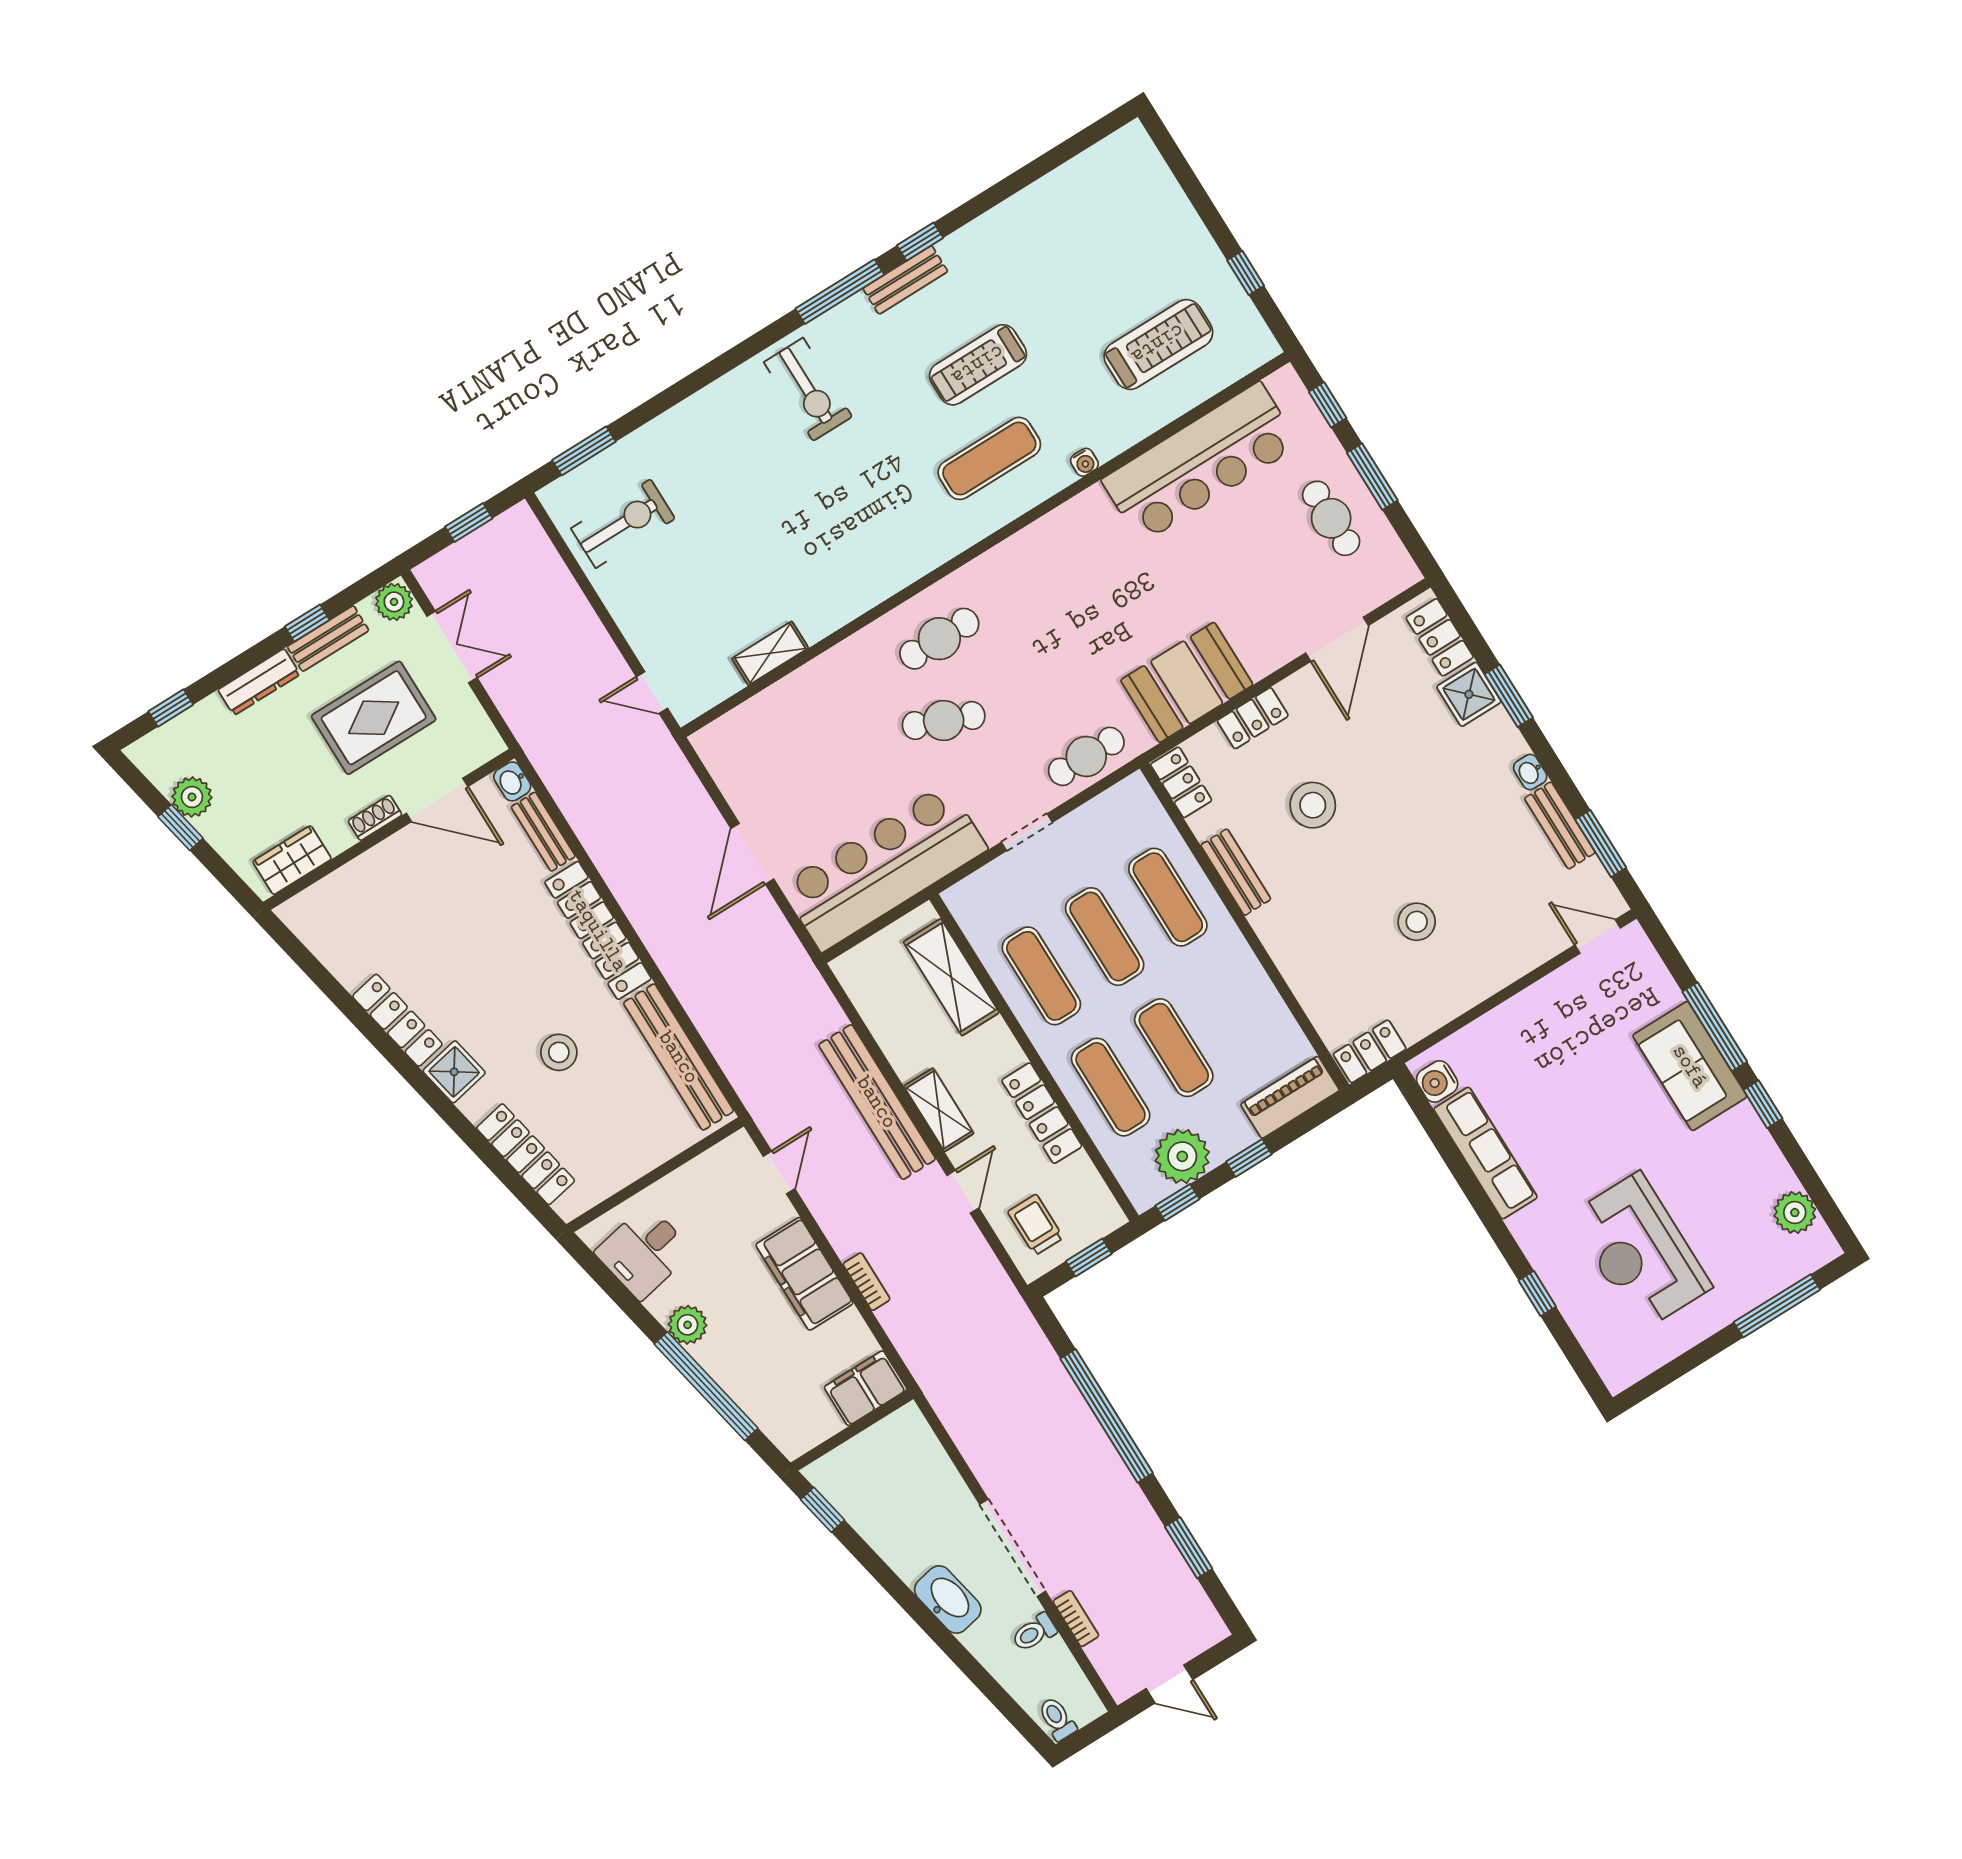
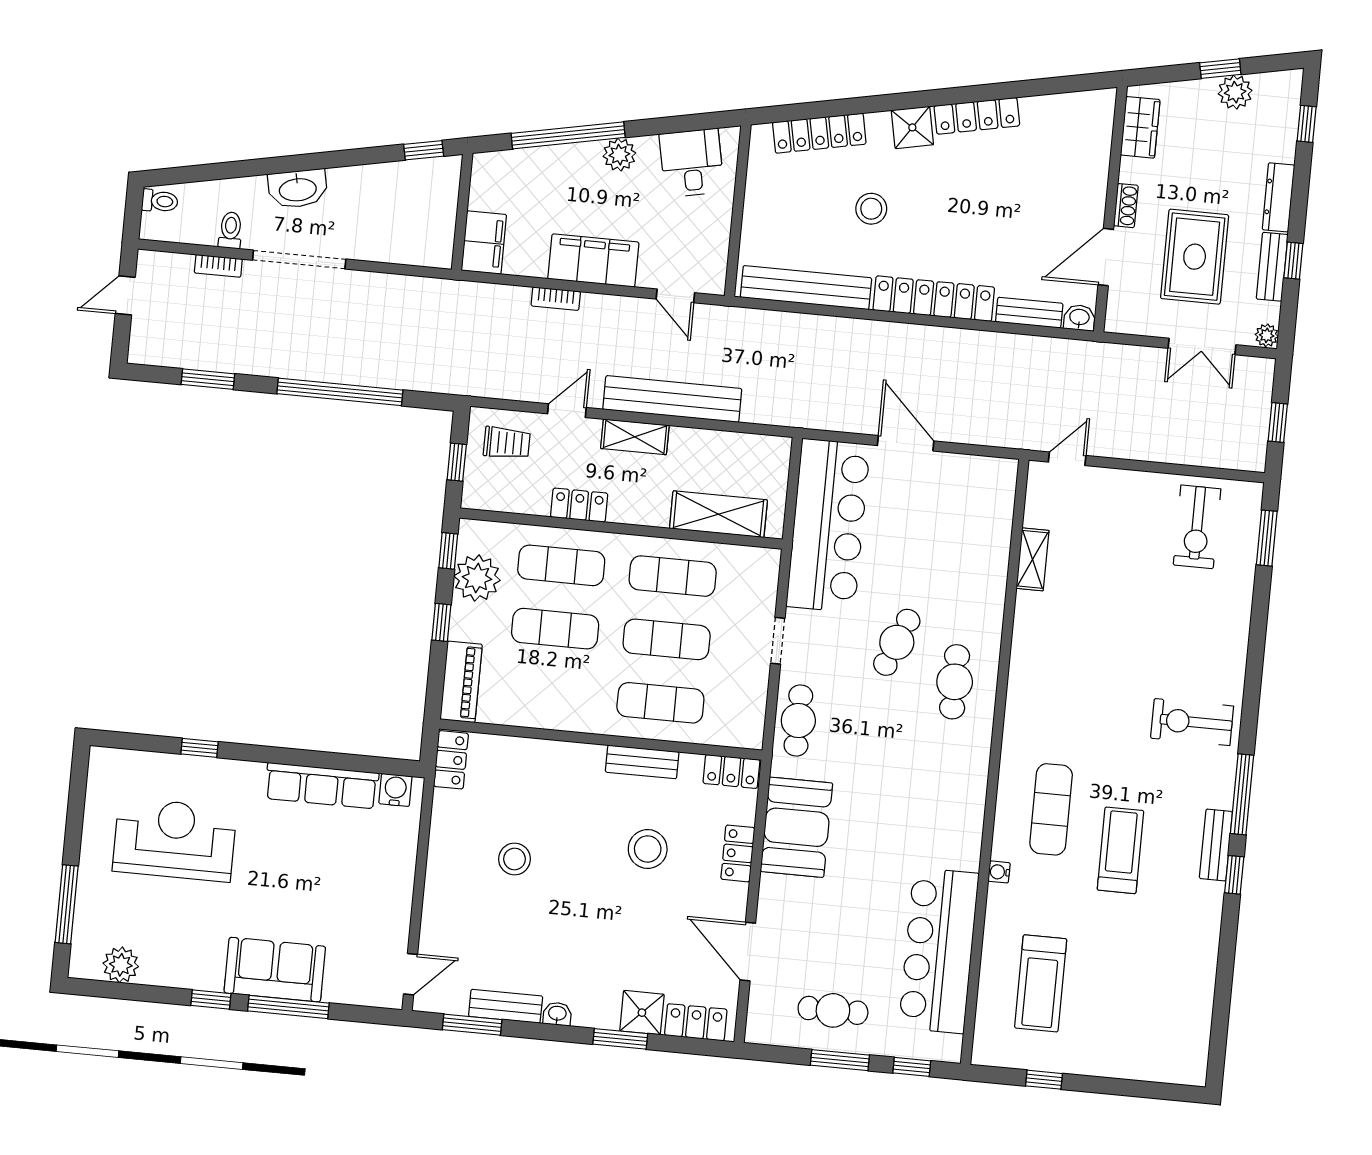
plant: (394, 602) -> (1267, 335), width x0.73, depth x0.73
locker: (1042, 1113) -> (579, 505), width x0.66
door: (963, 1192) -> (567, 411), swing flipped

